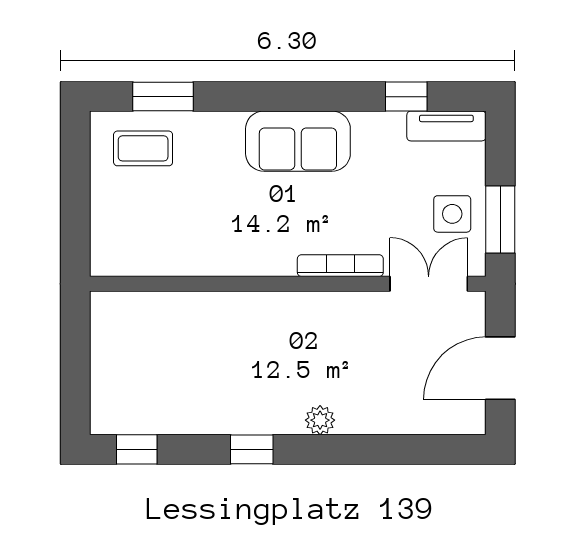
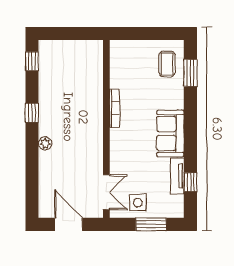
tv unit: (446, 126) -> (177, 176), moved
window: (500, 220) -> (151, 224), moved
bookcase: (340, 266) -> (115, 108), moved

